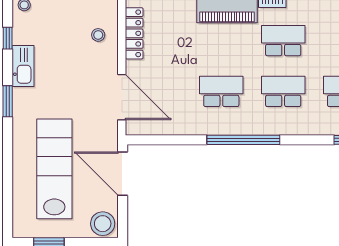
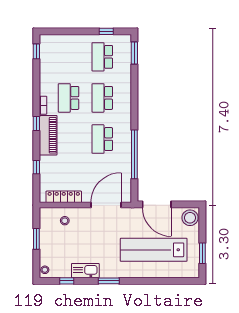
window: (243, 140) -> (134, 154), moved
door: (123, 174) -> (157, 204), hinge flipped

